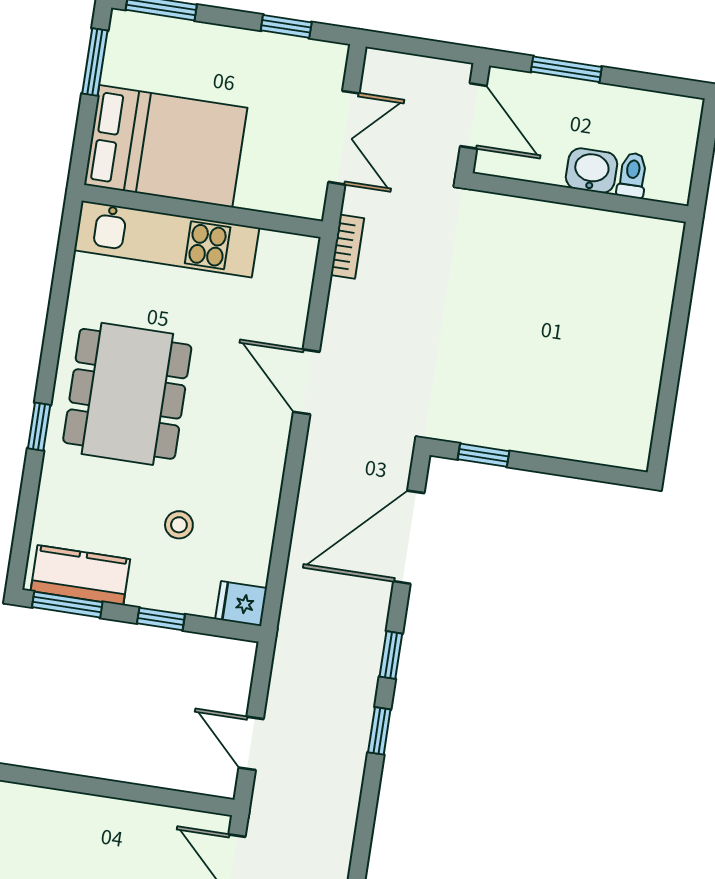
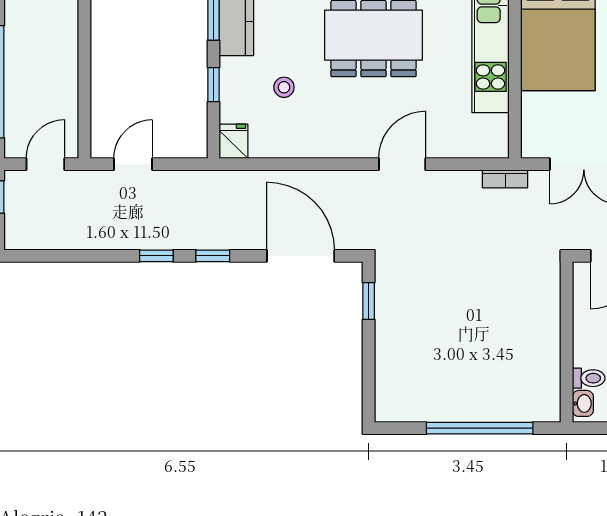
washbasin: (591, 171) -> (583, 403), moved, width x0.72, depth x0.69
window: (677, 332) -> (480, 428), added

